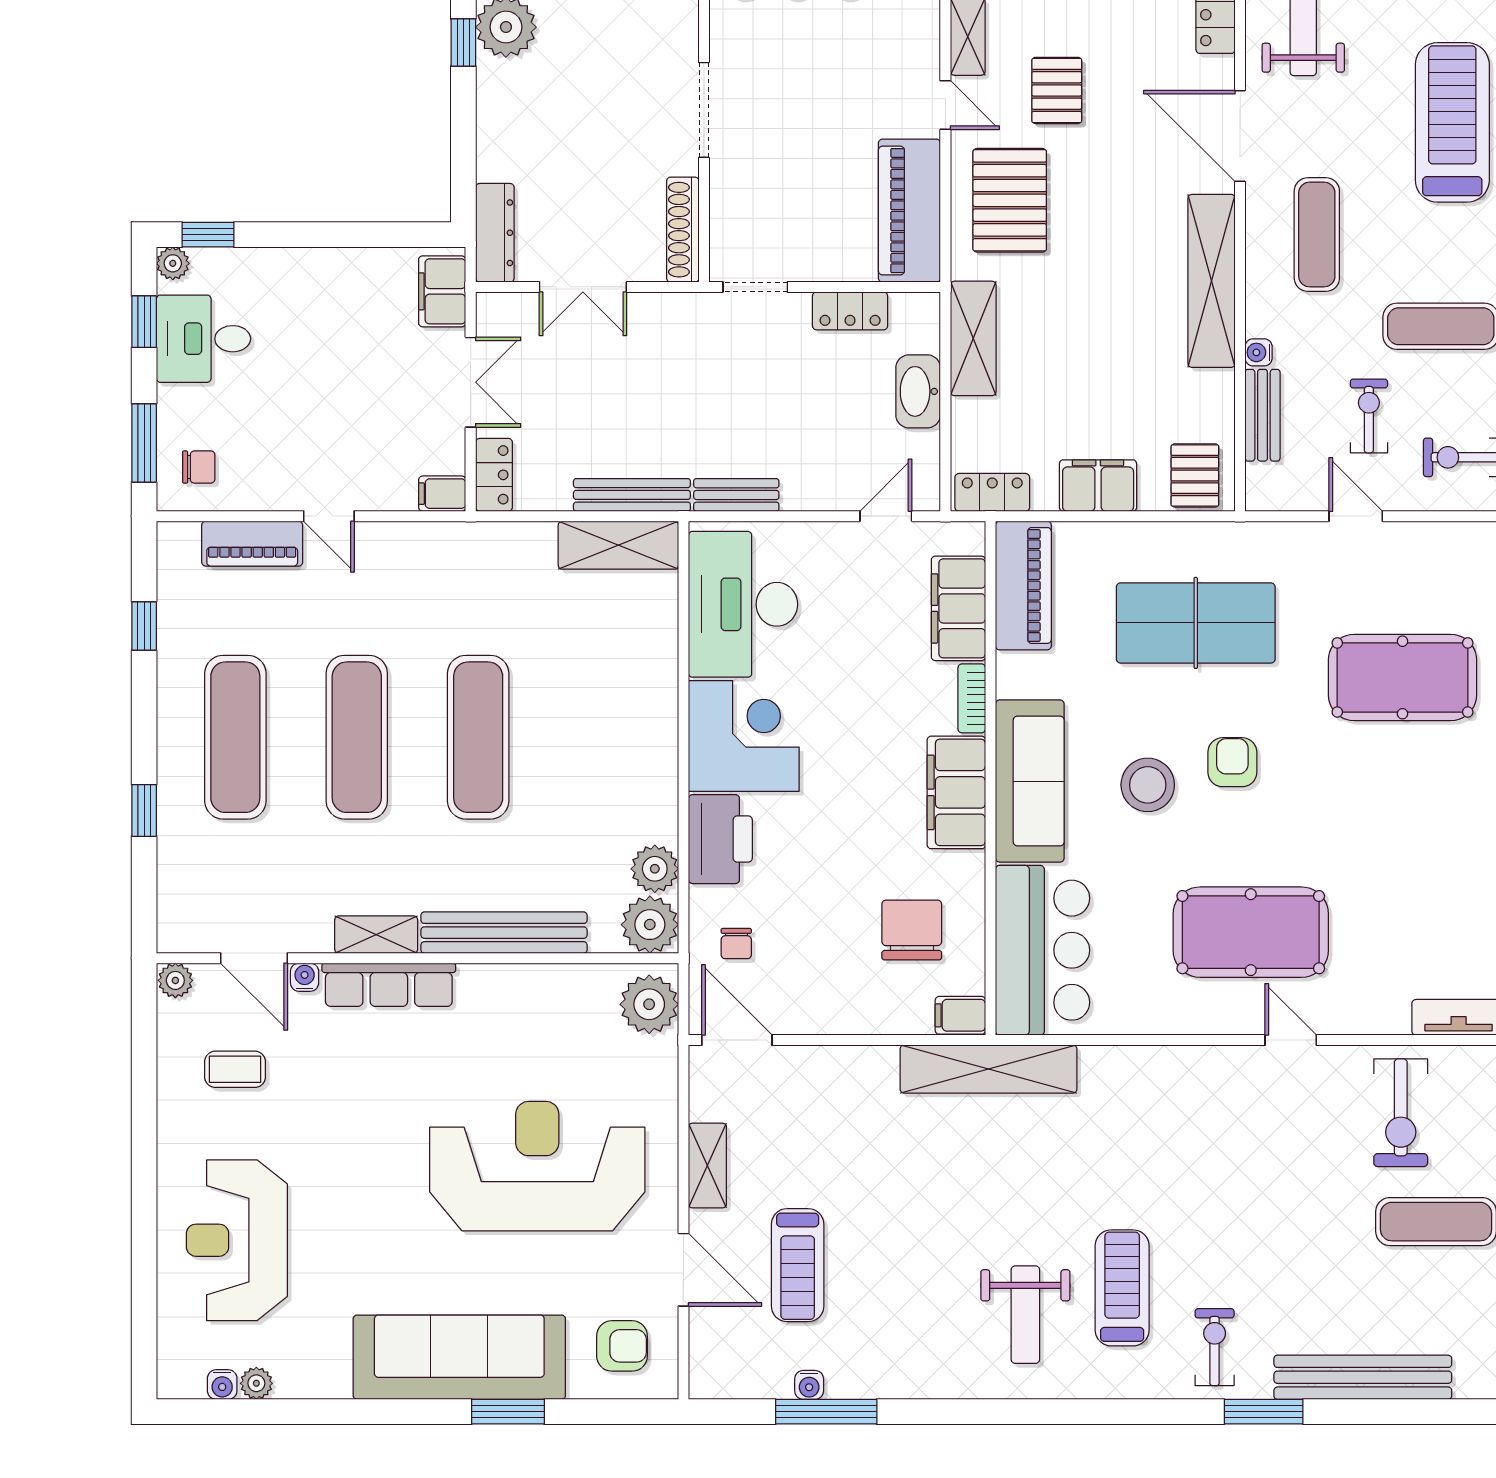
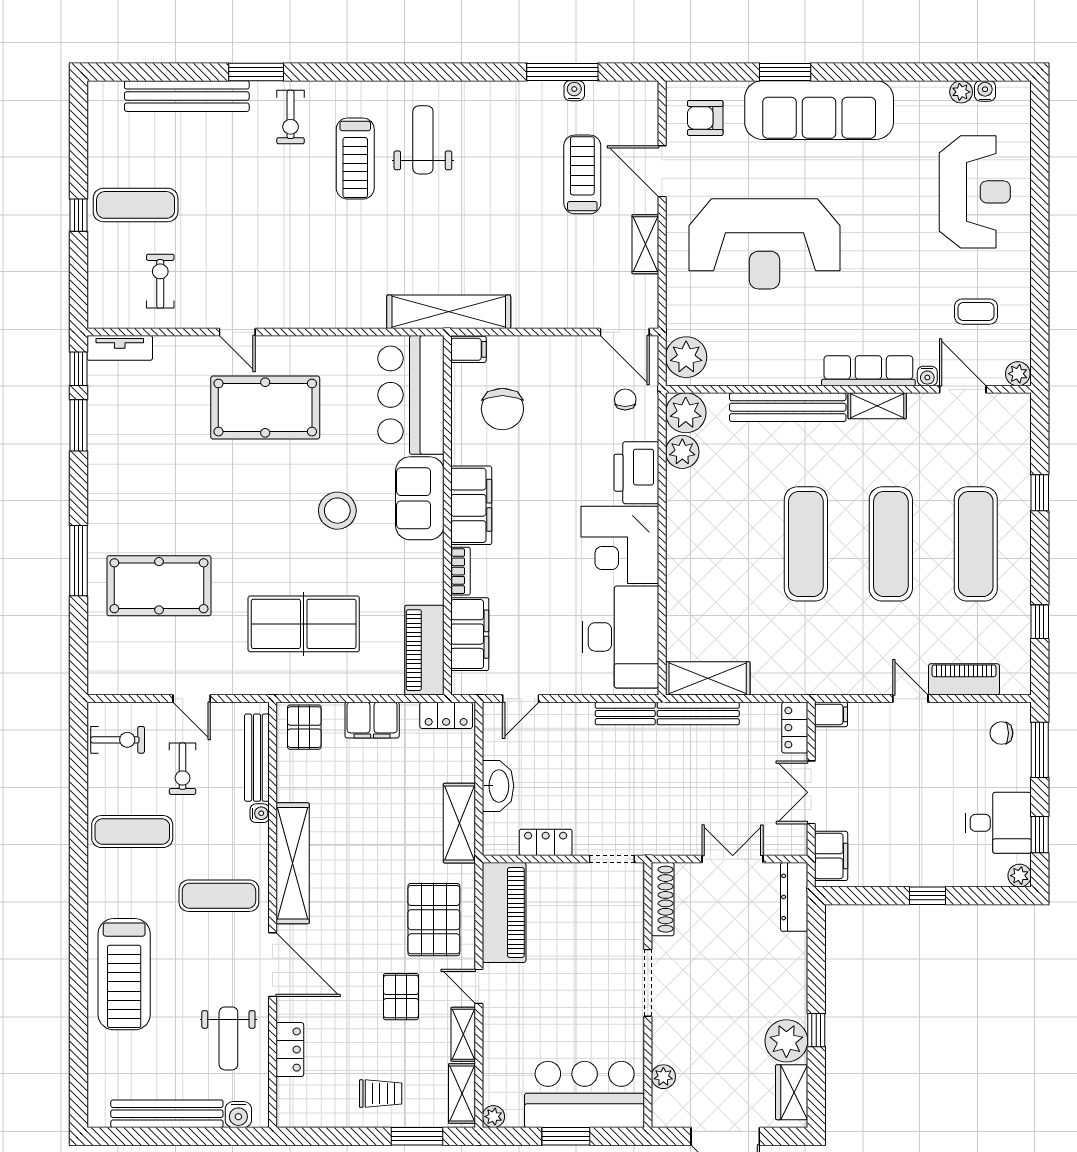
window: (208, 235) -> (928, 896), moved
exercise mat: (1317, 235) -> (219, 896), turned 90
bench: (1263, 415) -> (257, 758), width x1.36
armchair: (1232, 762) -> (278, 526), removed
sofa: (1030, 781) -> (420, 498), width x0.73
exercise bike: (1401, 1113) -> (160, 281), width x0.73, depth x0.72

